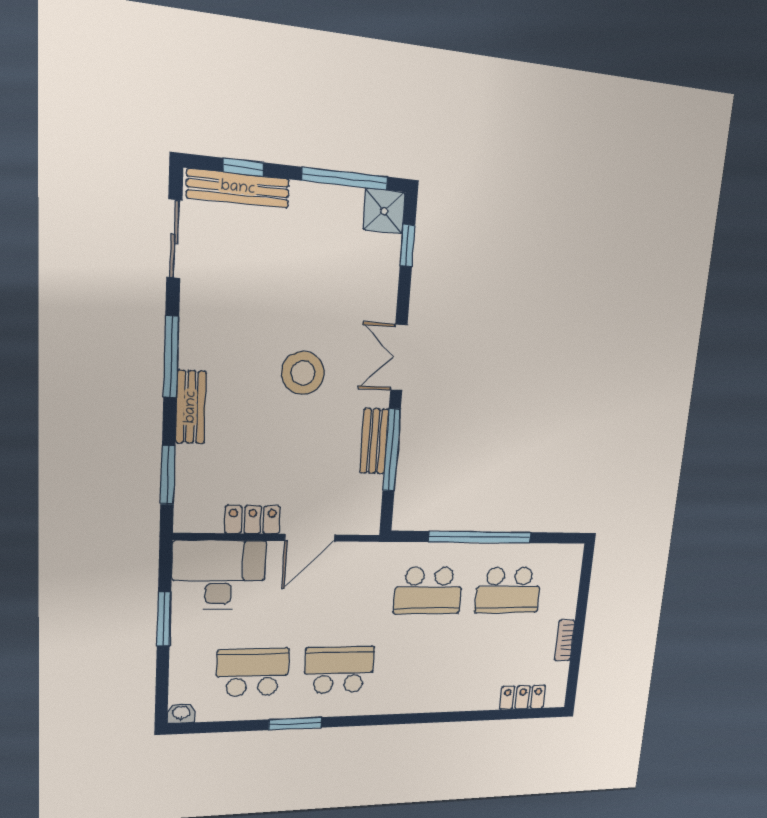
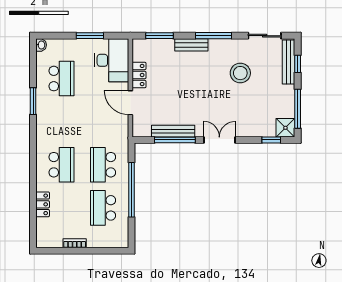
stool: (303, 373) -> (240, 73), moved
bench: (374, 441) -> (173, 131), width x1.36
school desk: (339, 670) -> (61, 165), moved
locker: (523, 697) -> (43, 204), moved

